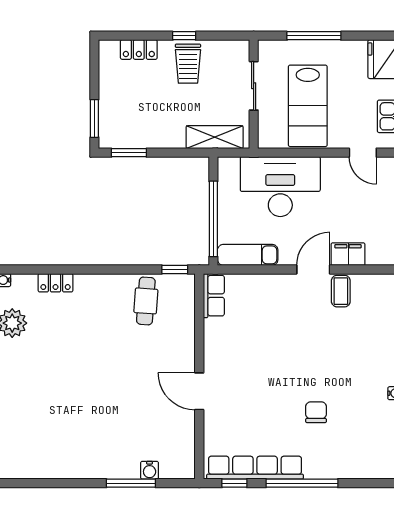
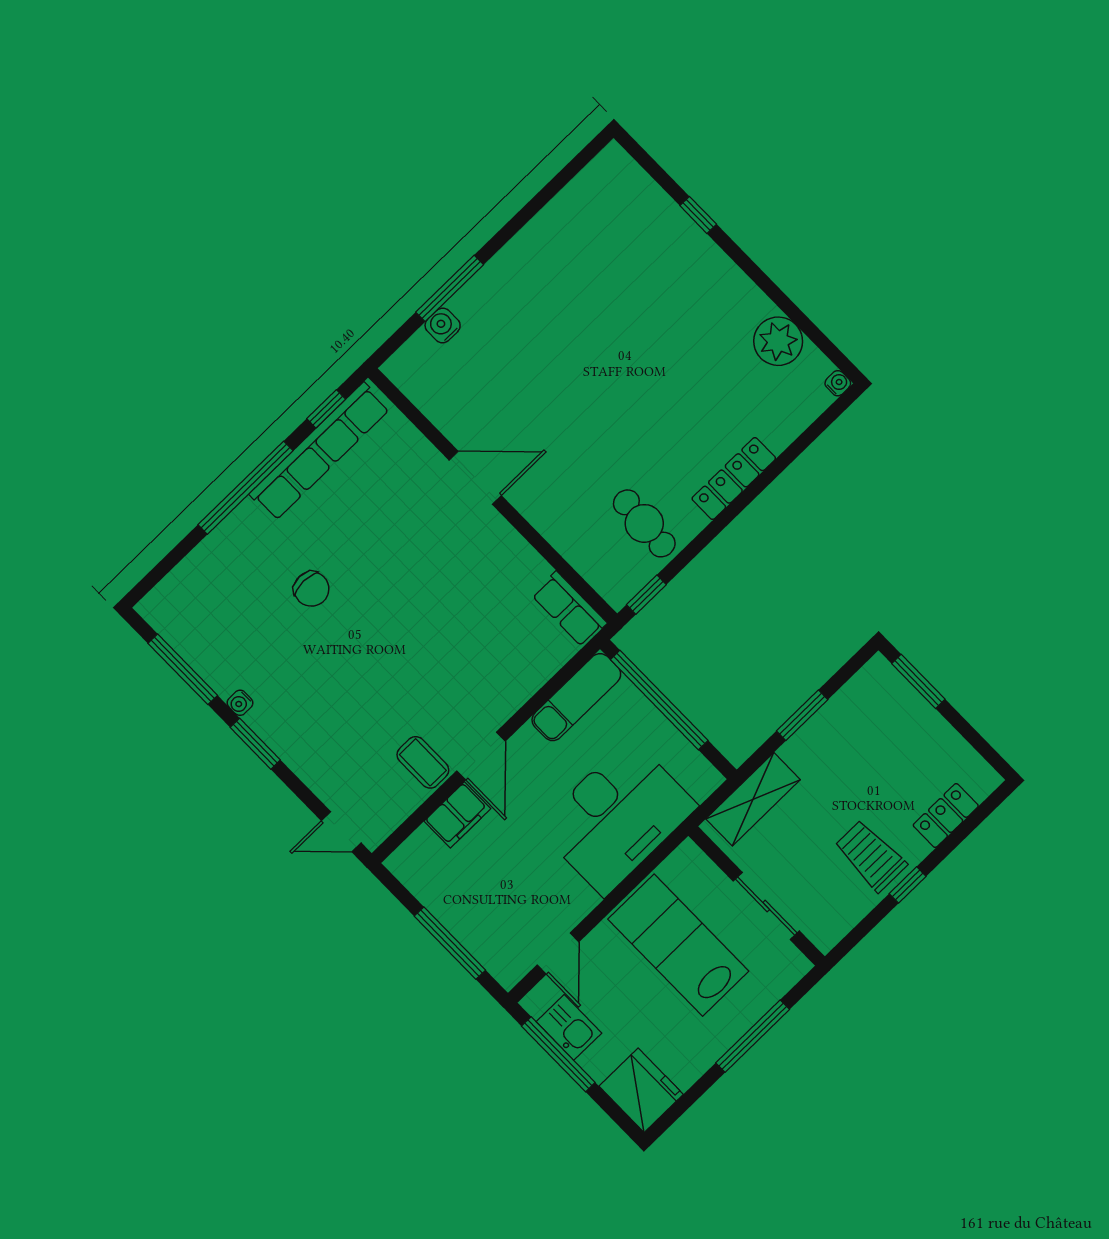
window: (129, 153) -> (802, 715), moved
door: (363, 153) -> (558, 953), swing flipped
locker: (56, 283) -> (734, 478), moved, width x1.53

